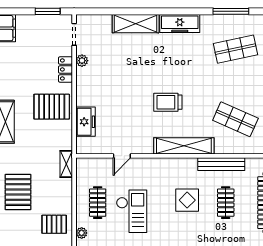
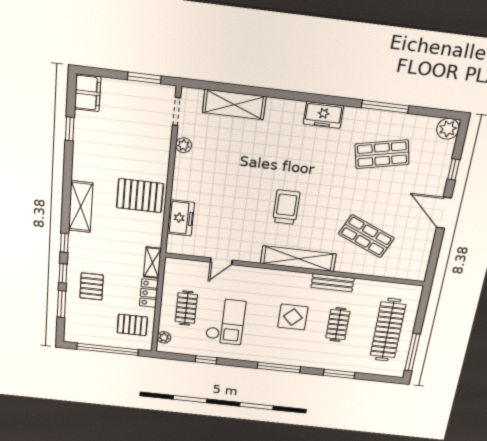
shelving: (136, 24) -> (234, 104), moved
freezer: (180, 24) -> (323, 115), width x0.71
locker: (66, 69) -> (149, 293), moved
trolley: (168, 102) -> (286, 207), turned 90
bench: (221, 164) -> (333, 283), width x0.73
pallet: (18, 192) -> (92, 286), width x0.67, depth x0.71

